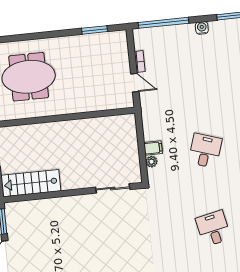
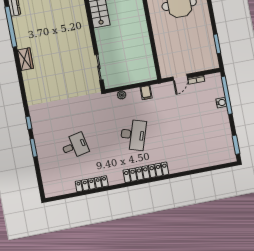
water cooler: (202, 28) -> (221, 103), moved
filing cabinet: (153, 148) -> (146, 93), moved
desk: (205, 151) -> (133, 135), width x1.37

